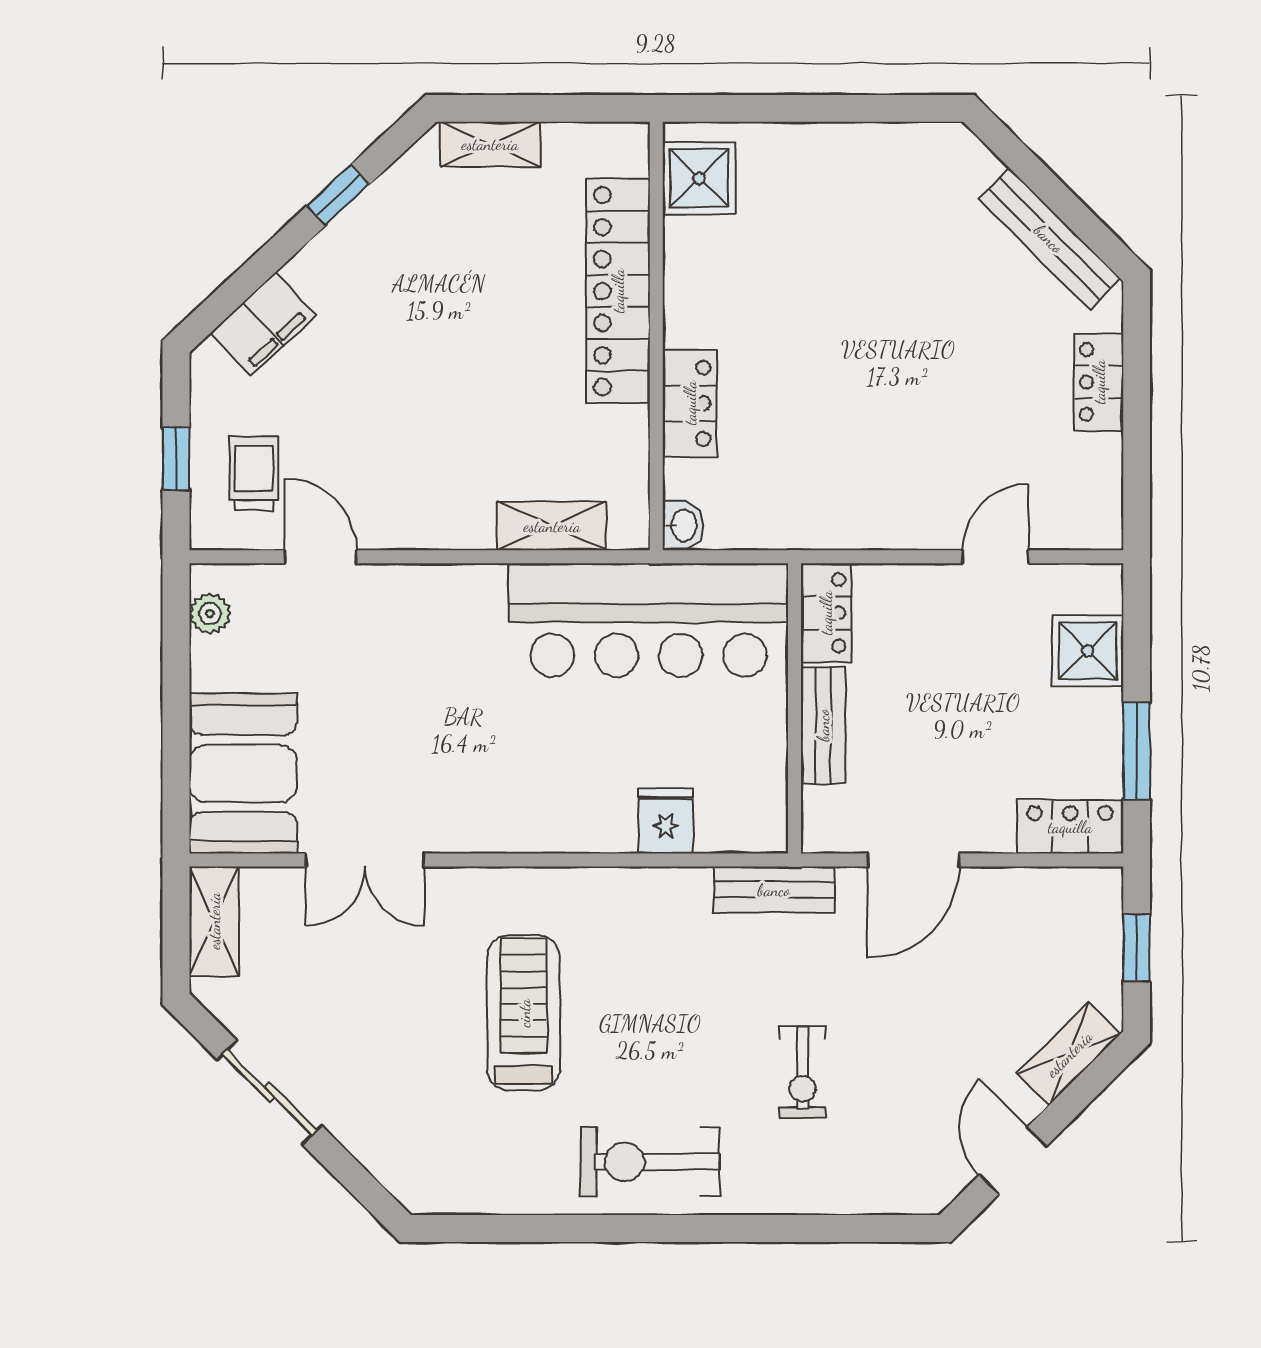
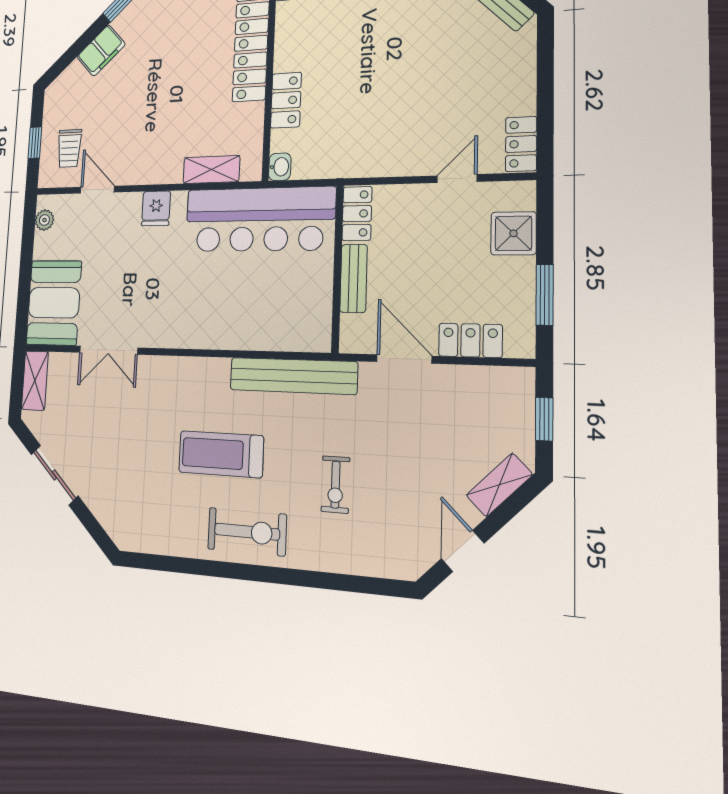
filing cabinet: (263, 324) -> (101, 51), moved
locker: (1099, 382) -> (521, 144), moved
trolley: (254, 474) -> (69, 148), turned 180
fridge: (666, 821) -> (156, 208), moved, turned 180
locker: (1070, 827) -> (470, 340), moved
door: (913, 860) -> (404, 359), swing flipped
bench: (774, 890) -> (293, 376), width x1.86, depth x1.21
treadmill: (524, 1013) -> (221, 454), moved, turned -90
exercise bike: (650, 1162) -> (247, 532), turned 180

